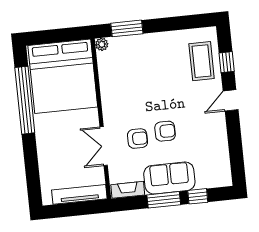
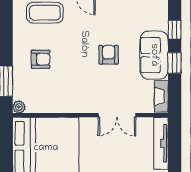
armchair: (138, 139) -> (41, 59), moved, turned 90
window: (164, 200) -> (175, 63), width x0.67

